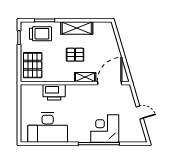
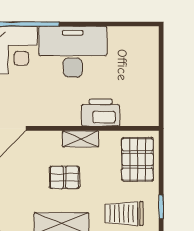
shelving: (85, 77) -> (81, 139), moved
desk: (48, 128) -> (73, 52), moved

